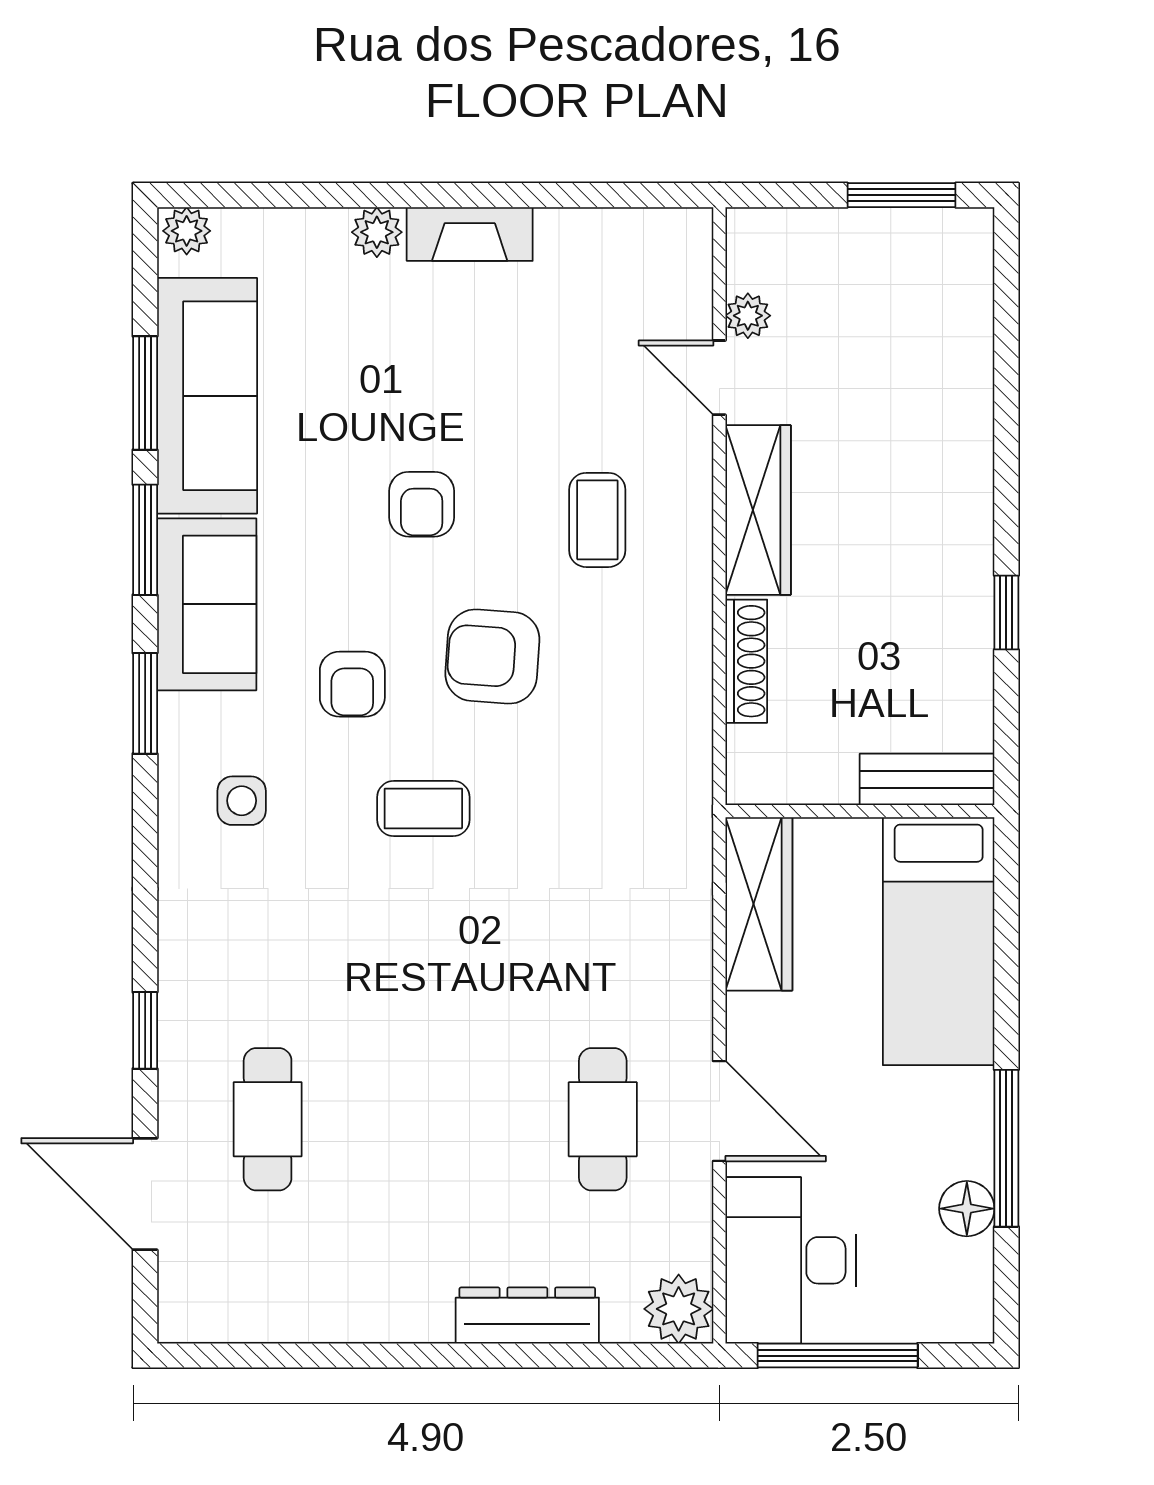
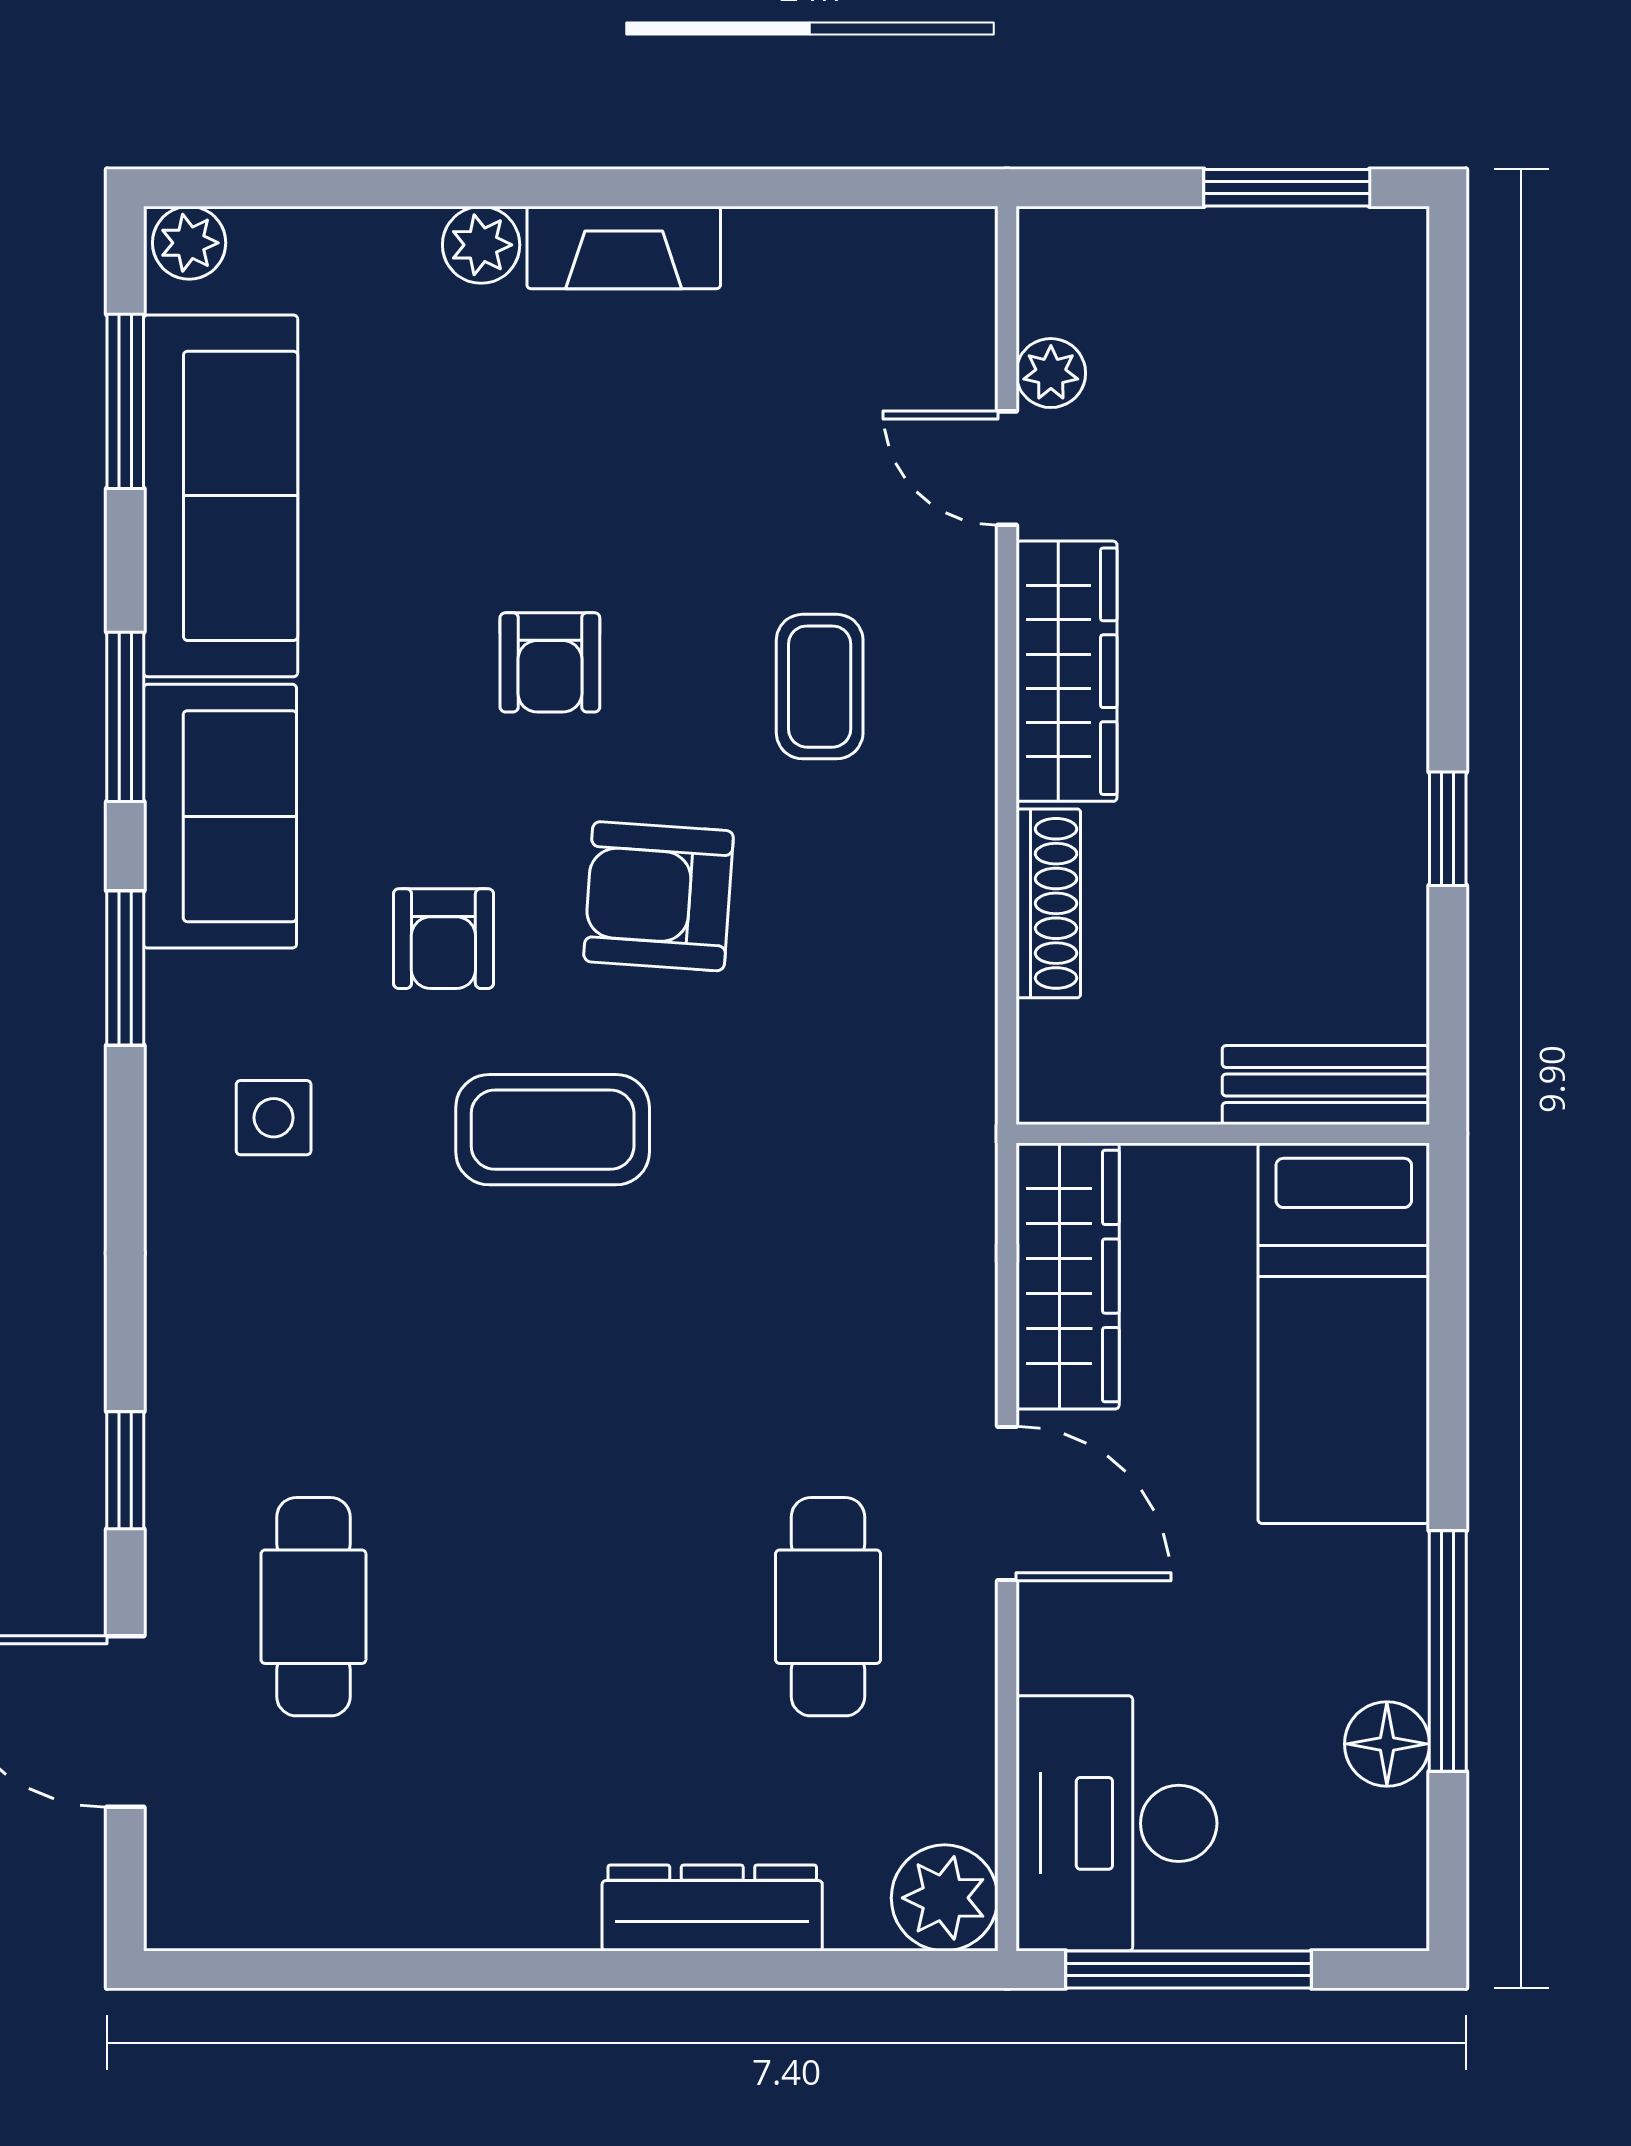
window: (145, 393) -> (125, 401), moved
coffee table: (423, 809) -> (553, 1130), width x1.36, depth x1.30
door: (719, 1111) -> (1007, 1503), moved

